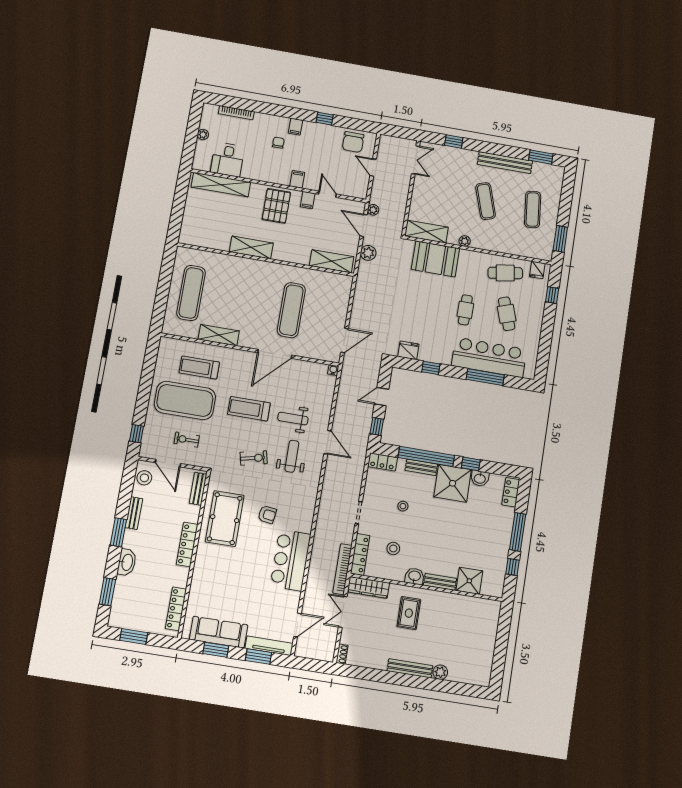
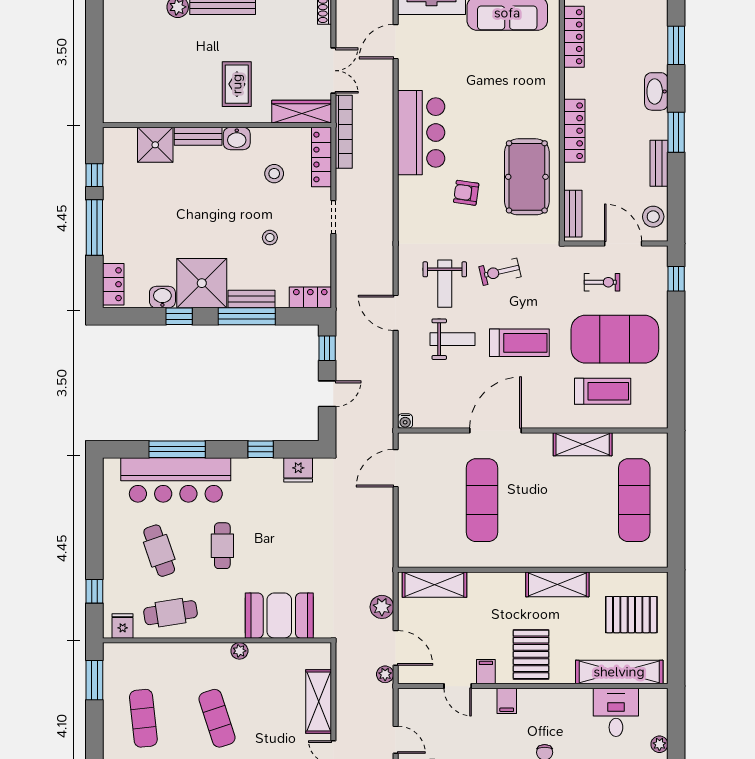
pallet: (206, 220) -> (631, 615), added
shelving: (426, 232) -> (319, 701), moved, turned 90
window: (426, 456) -> (247, 316), width x0.68

